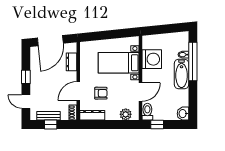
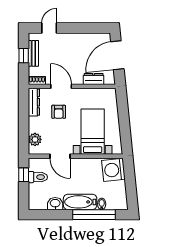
door: (50, 41) -> (117, 55), hinge flipped
washing machine: (152, 59) -> (113, 170), moved, turned 84
window: (26, 77) -> (77, 28), removed
toilet: (147, 112) -> (38, 177), moved
washbasin: (183, 114) -> (55, 204), moved

